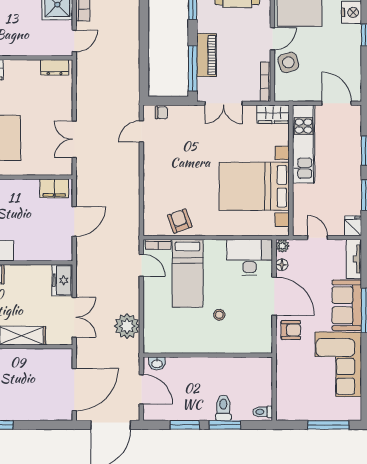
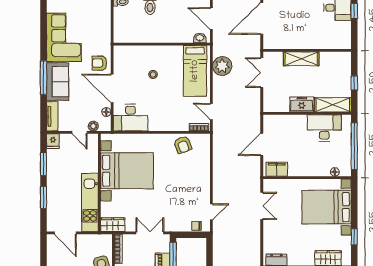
plant: (282, 246) -> (93, 126), moved
bed: (188, 273) -> (195, 71), moved, turned 180
freezer: (62, 280) -> (302, 104), moved, turned -90

